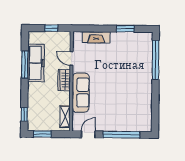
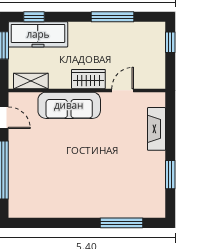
window: (51, 28) -> (170, 42), moved
window: (156, 60) -> (122, 223), width x0.68
freezer: (36, 63) -> (38, 34), moved

